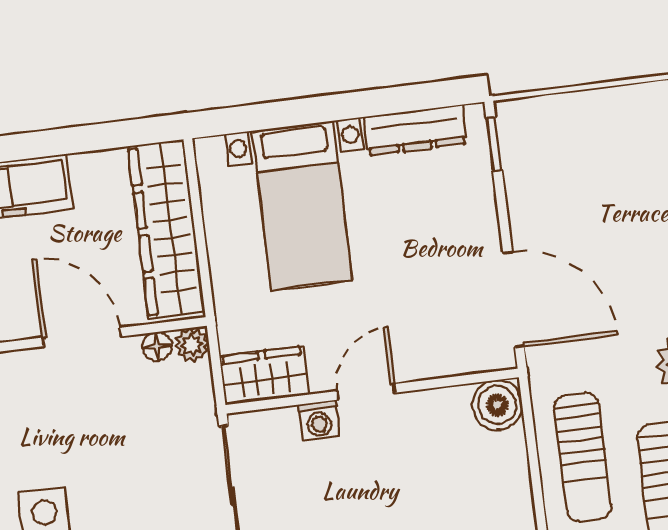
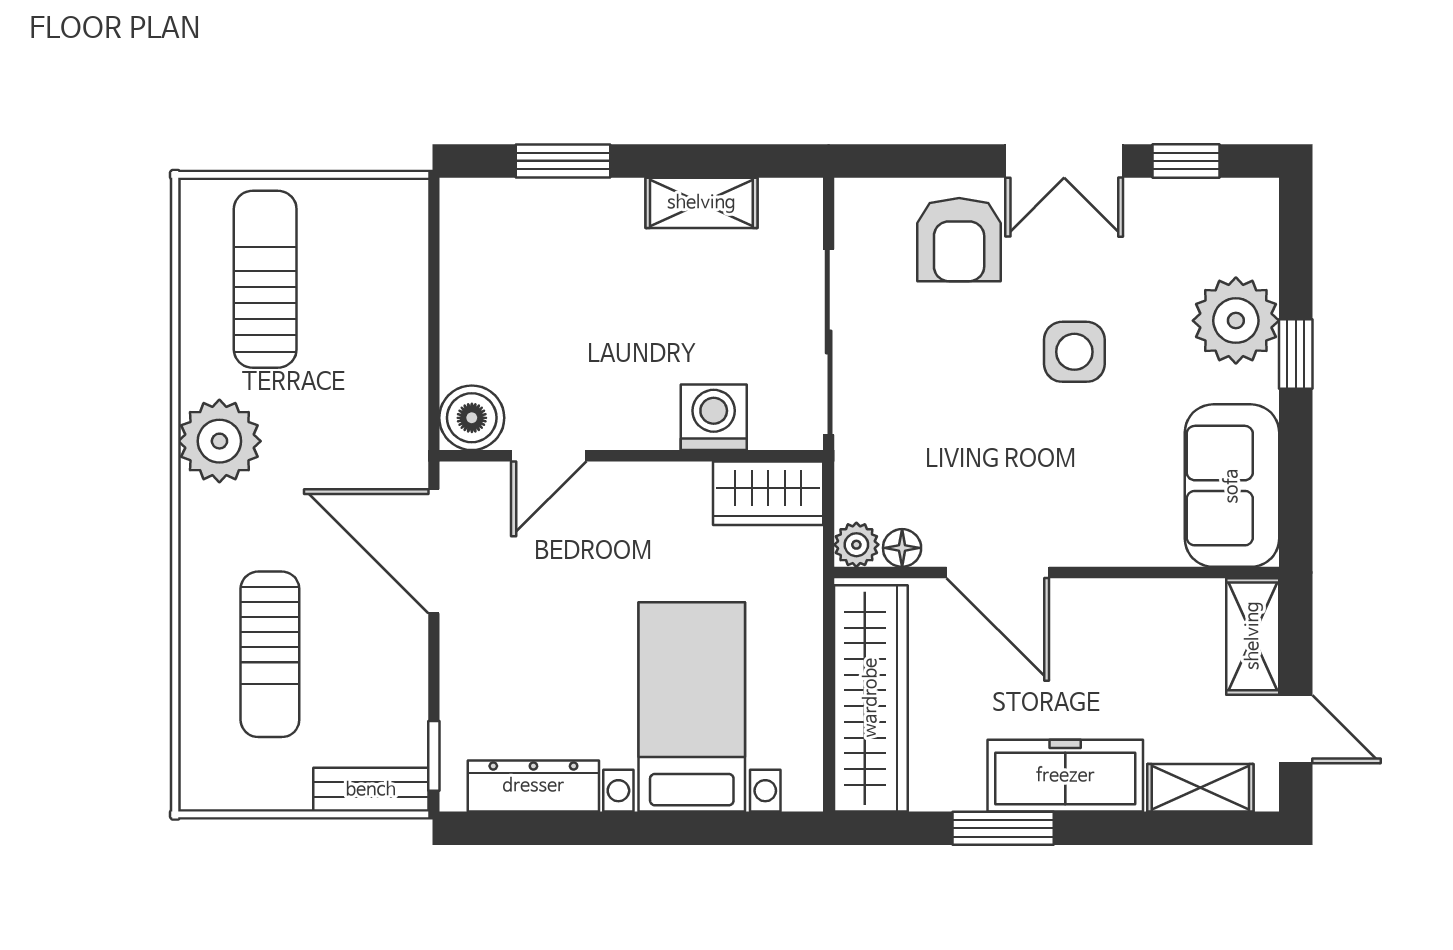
bench: (539, 112) -> (371, 790), added
window: (53, 143) -> (1003, 828), added
door: (366, 392) -> (549, 456), moved
washing machine: (319, 421) -> (714, 417), width x1.38, depth x1.38
sun lounger: (583, 457) -> (270, 654), moved, turned 180

